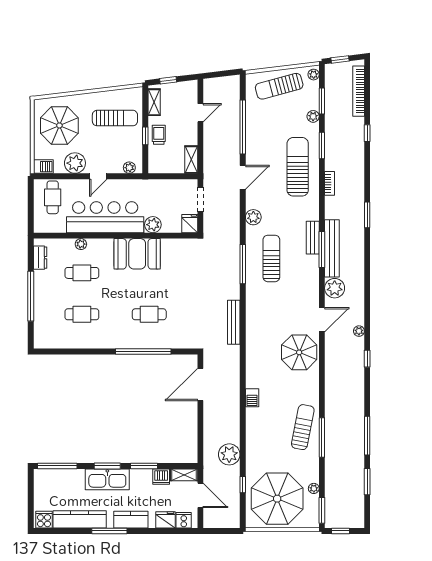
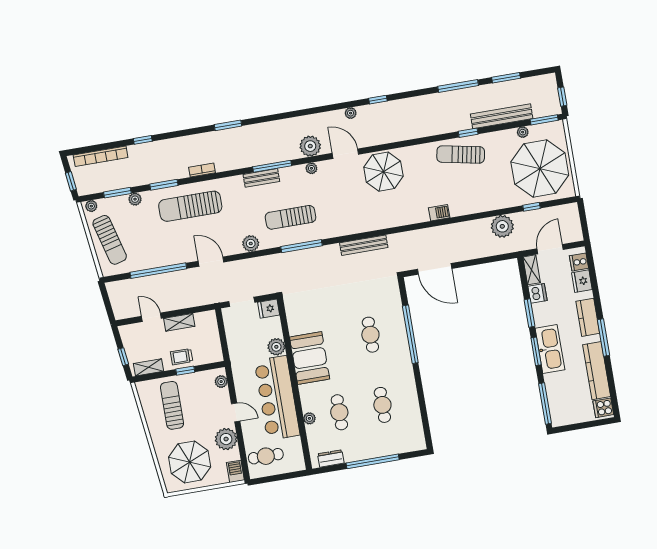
shelving: (191, 160) -> (179, 322), moved
bench: (332, 248) -> (502, 116), moved
plant: (314, 286) -> (311, 168), added
window: (322, 437) -> (468, 133), width x0.46

